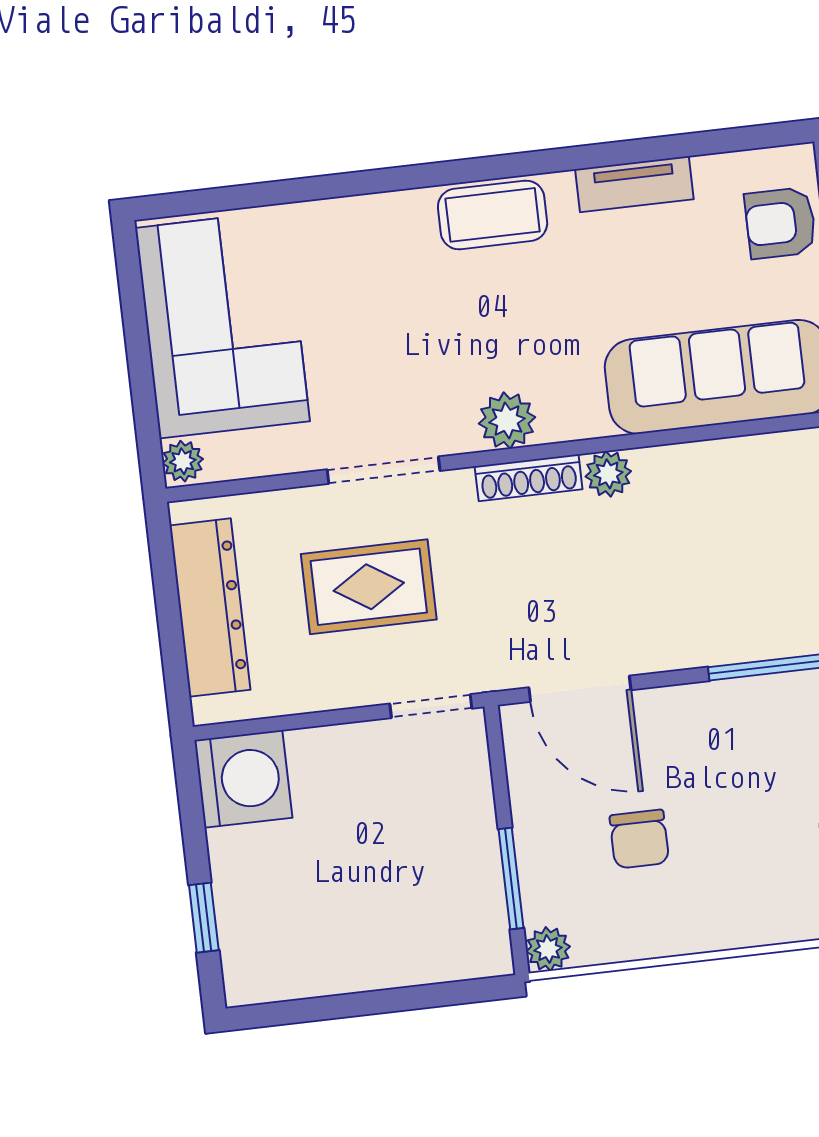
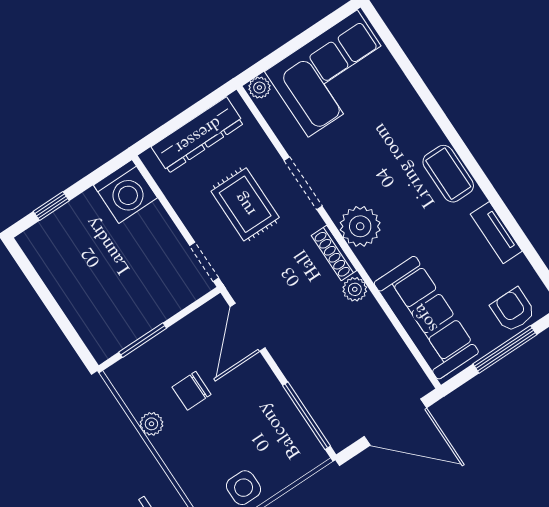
plant: (507, 420) -> (360, 226), width x1.36, depth x1.36
plant: (548, 949) -> (151, 424), moved

